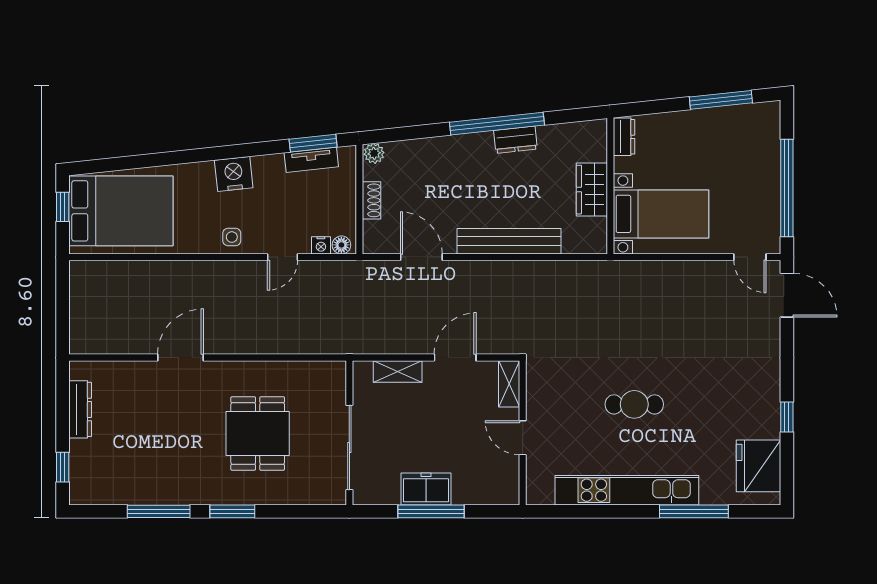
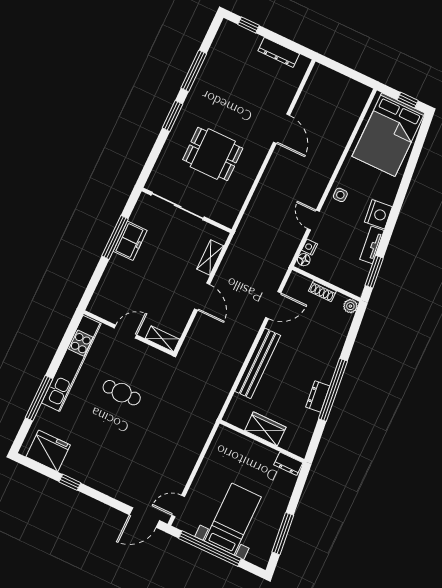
tv unit: (311, 160) -> (372, 245), moved
bed with nightstands: (661, 214) -> (233, 519), moved, turned 180
shelving: (509, 384) -> (162, 339), moved
cafe table: (634, 404) -> (122, 393), turned 90
wall: (523, 433) -> (129, 333), moved
door: (523, 438) -> (126, 332), moved

